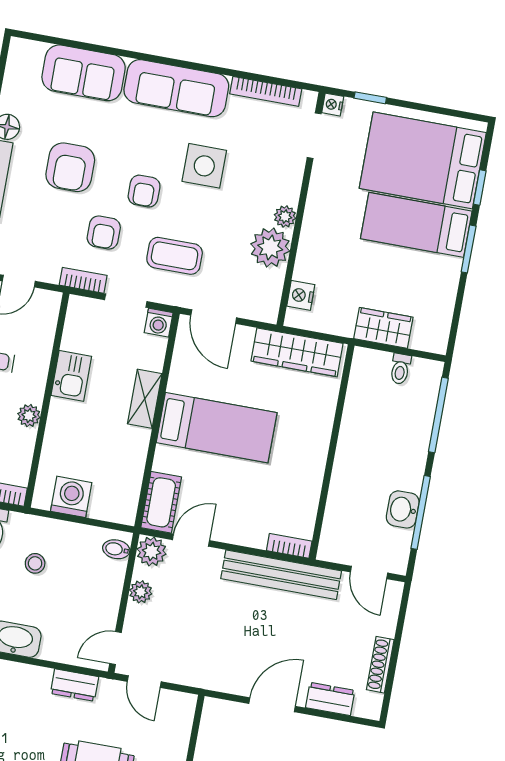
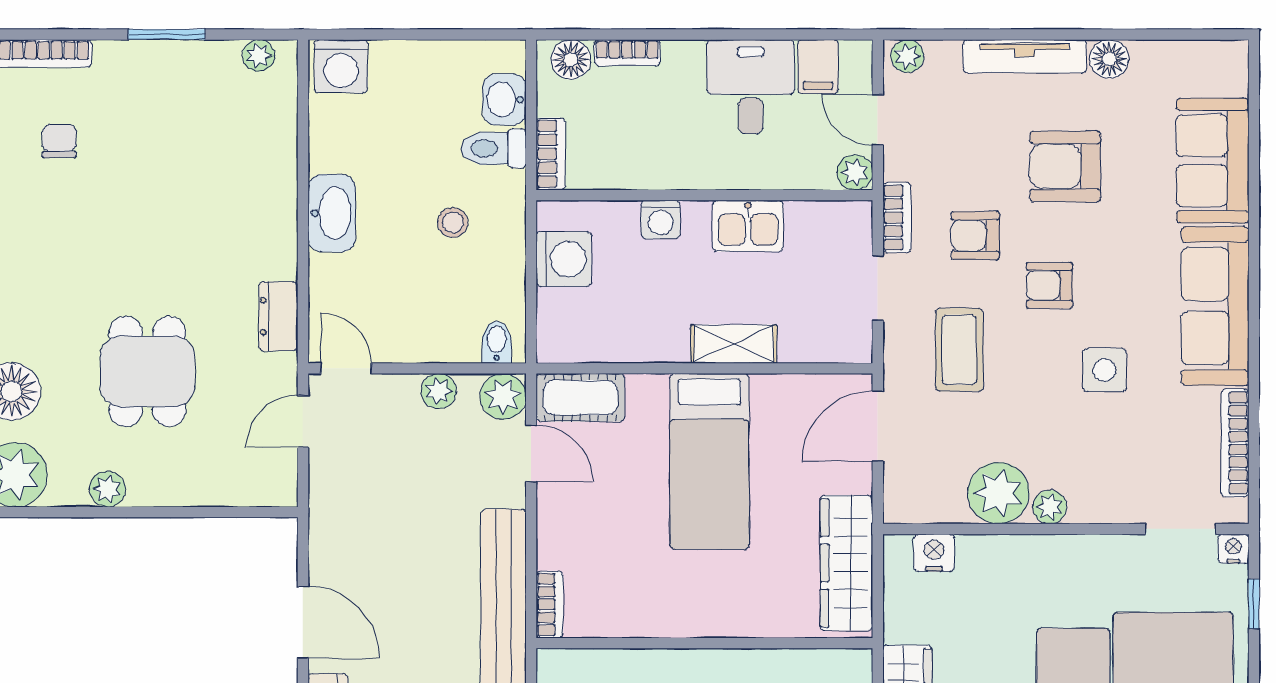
side table: (204, 166) -> (1104, 370), width x0.73, depth x0.73
washing machine: (159, 323) -> (661, 220), moved, turned -90
plant: (29, 416) -> (855, 172), moved

